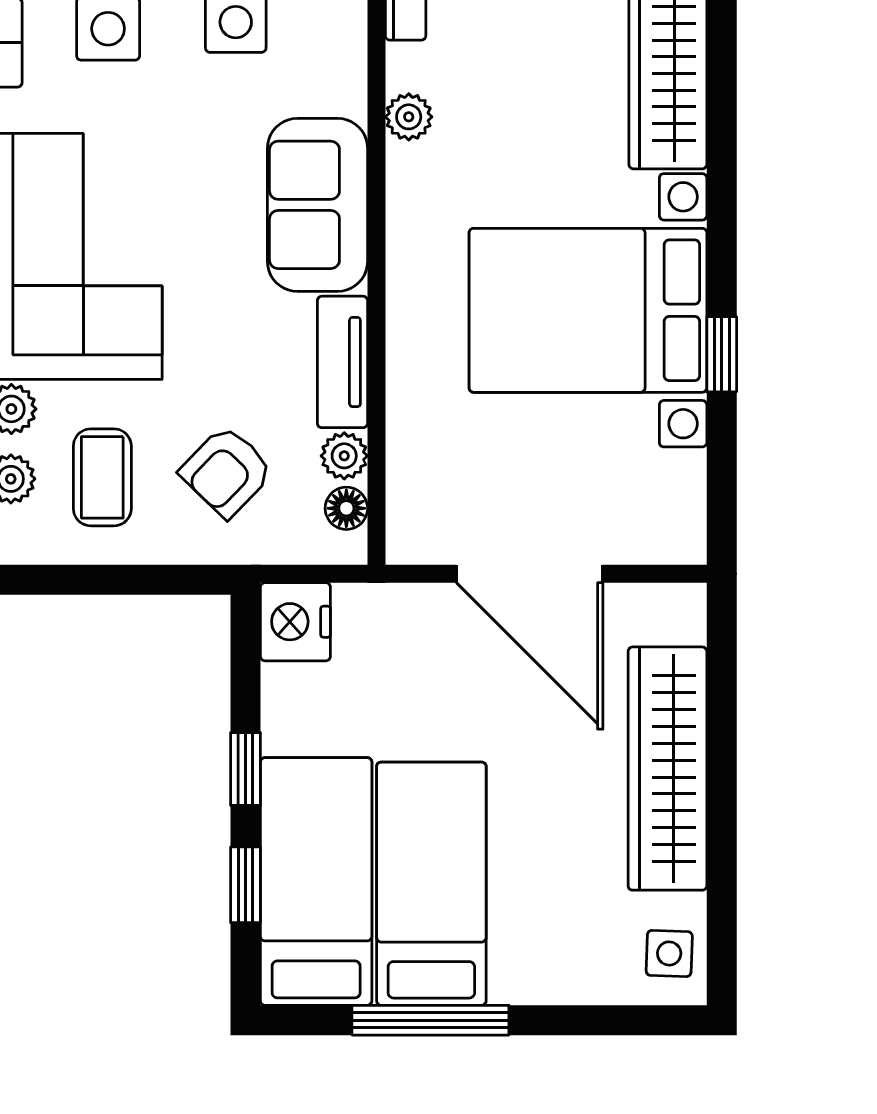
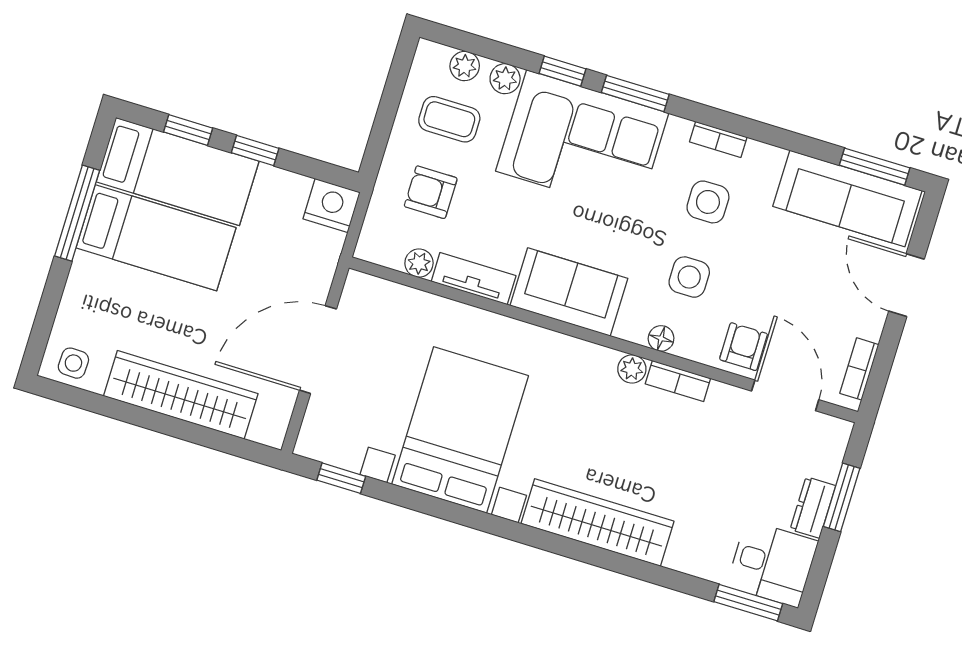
plant: (409, 117) -> (632, 369), moved
window: (722, 354) -> (341, 478), moved
armchair: (227, 472) -> (431, 192), turned -44
floor lamp: (346, 508) -> (661, 338), moved

